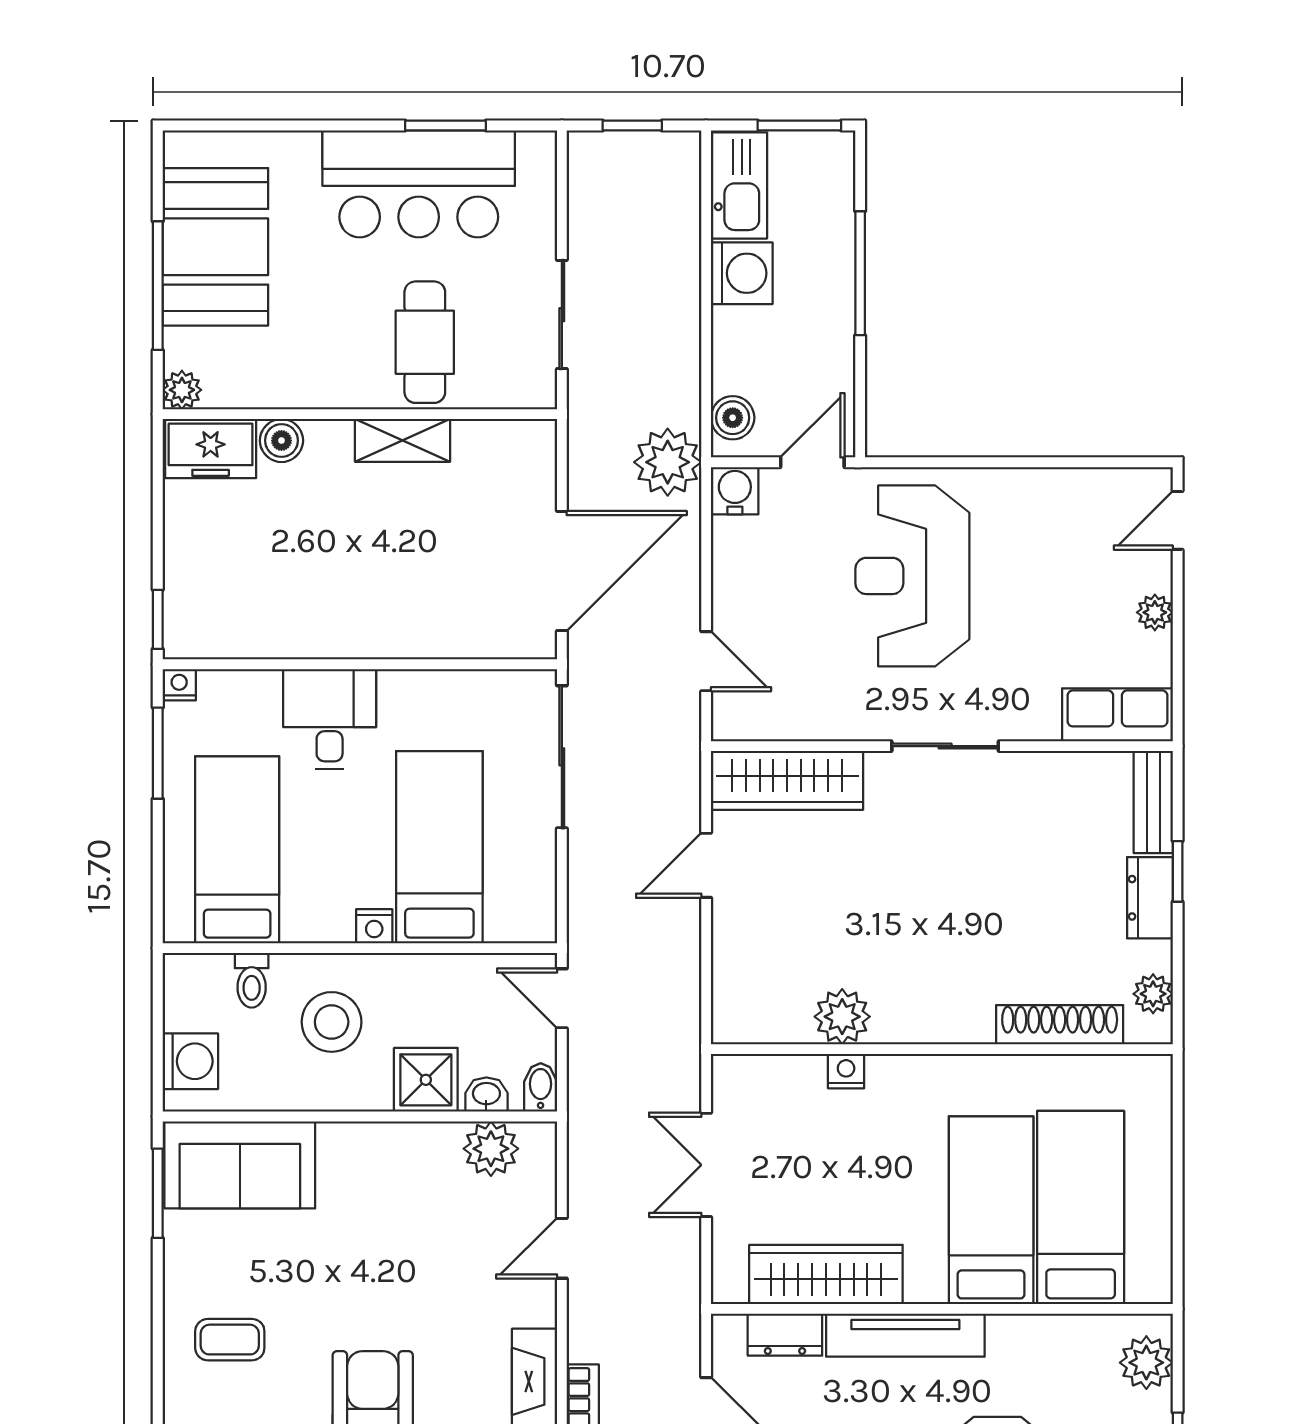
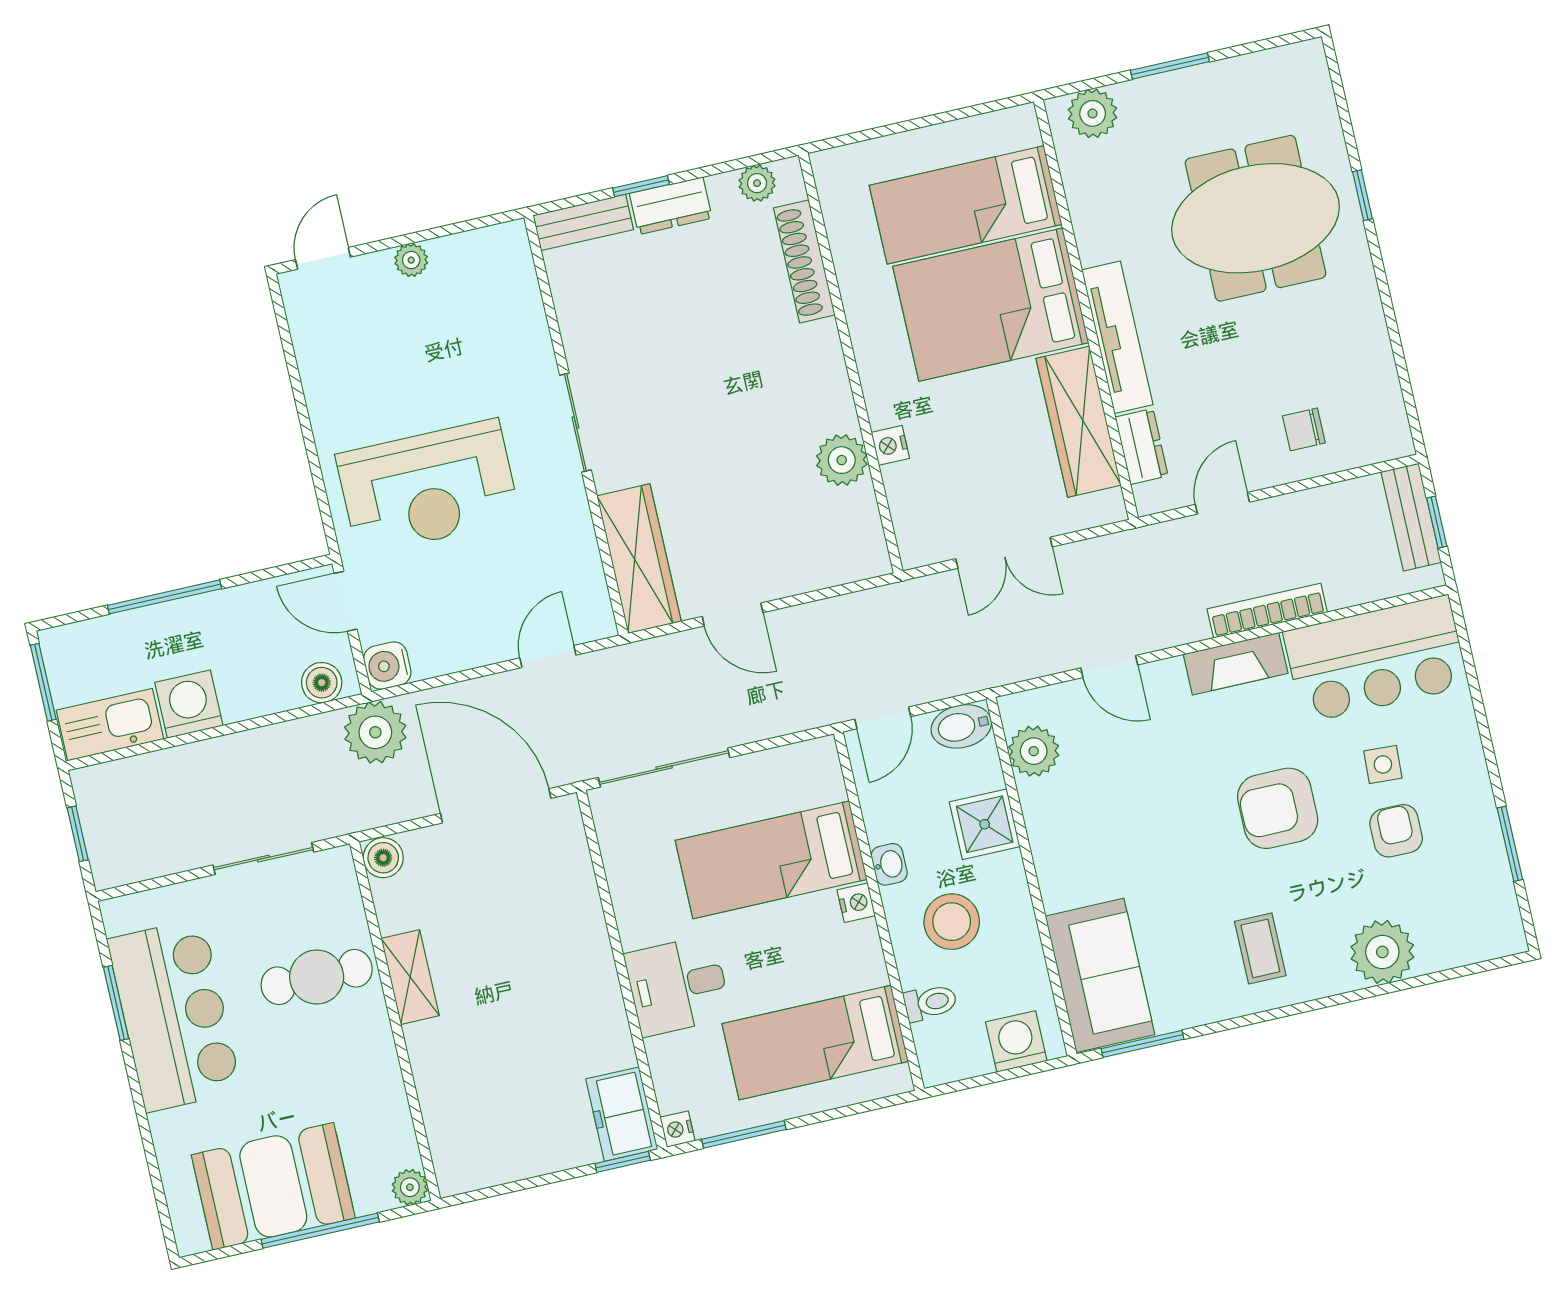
boiler: (281, 441) -> (383, 858), moved
freezer: (211, 449) -> (622, 1114), moved, turned 180
door: (1178, 520) -> (323, 258), swing flipped
row of seats: (1117, 715) -> (512, 273), removed
bidet: (541, 1087) -> (961, 726), width x1.38, depth x1.36
washbasin: (486, 1095) -> (889, 864), moved, turned 180
bed: (991, 1210) -> (991, 305), width x1.50

